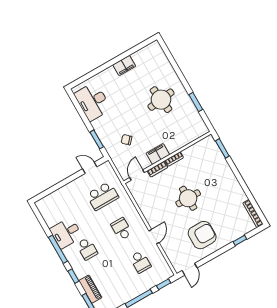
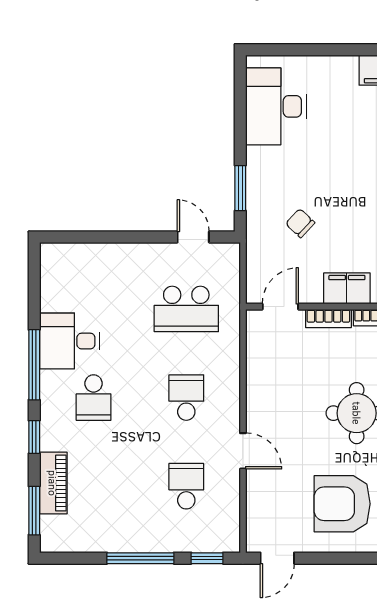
armchair: (202, 235) -> (342, 504), turned 180
door: (154, 237) -> (243, 451), hinge flipped
school desk: (140, 262) -> (186, 486), turned 180

